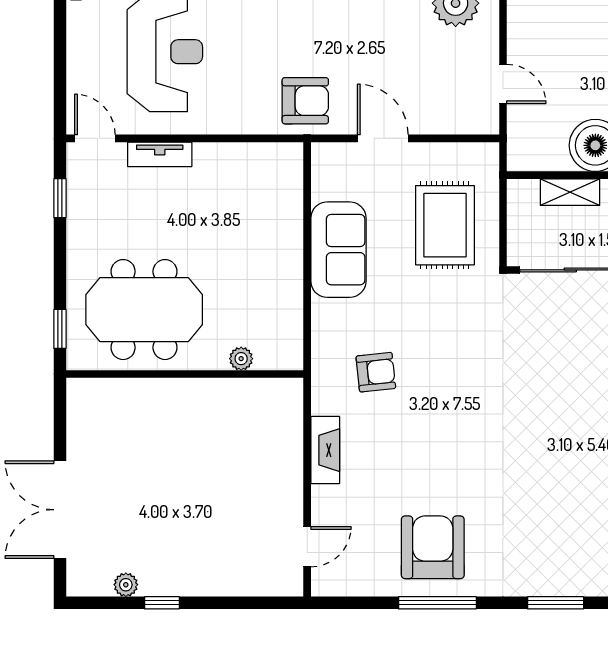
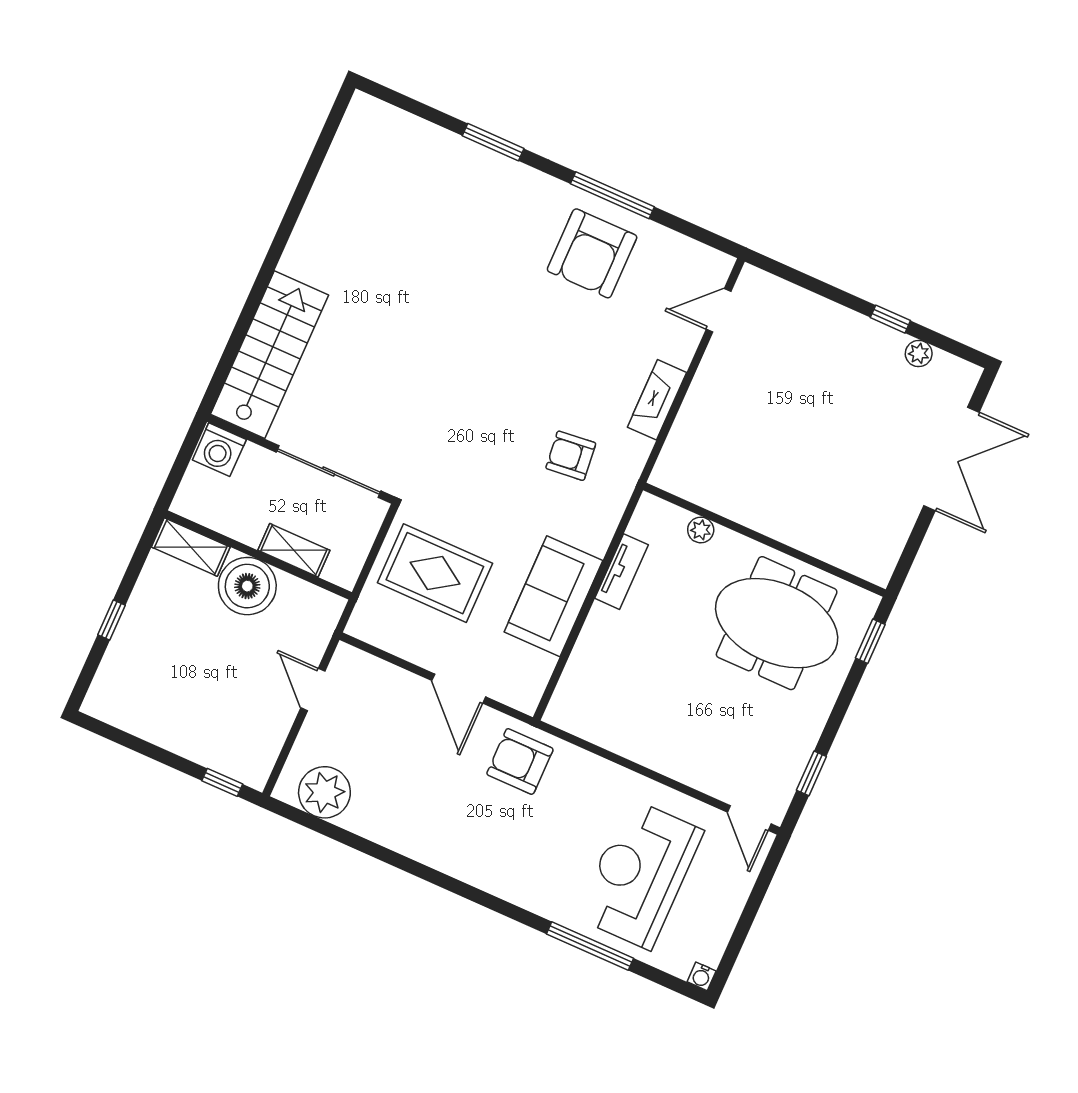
tv unit: (160, 154) -> (622, 572), moved, turned 90
rug: (445, 225) -> (435, 573), turned 90

